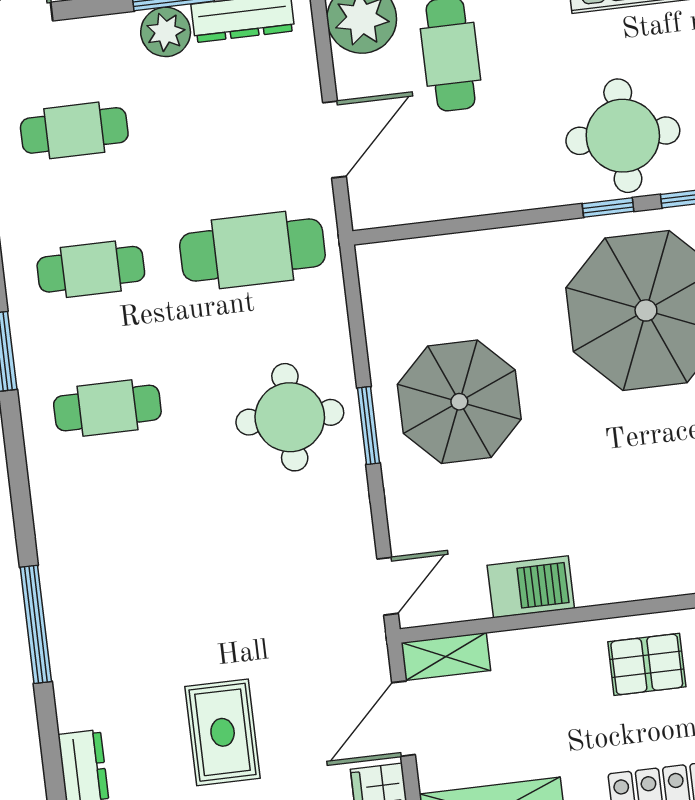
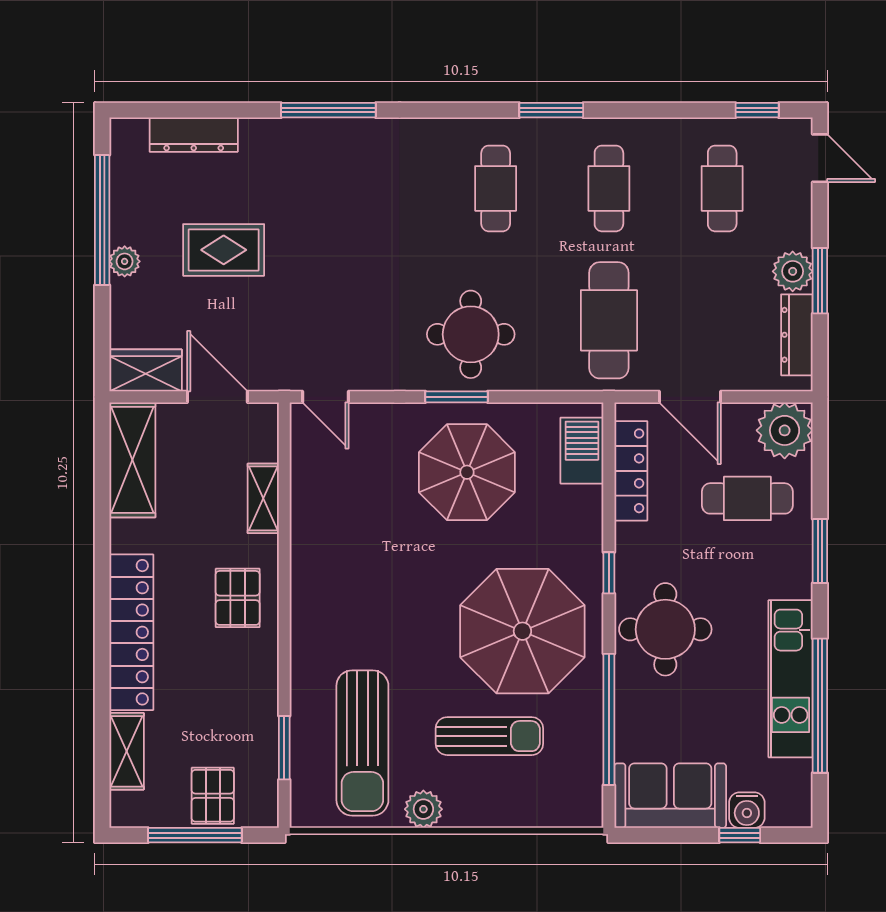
locker: (434, 201) -> (631, 471), added
window: (608, 208) -> (609, 573), moved
barbecue: (531, 587) -> (582, 451), moved, turned 180
shelving: (446, 656) -> (263, 498), moved

